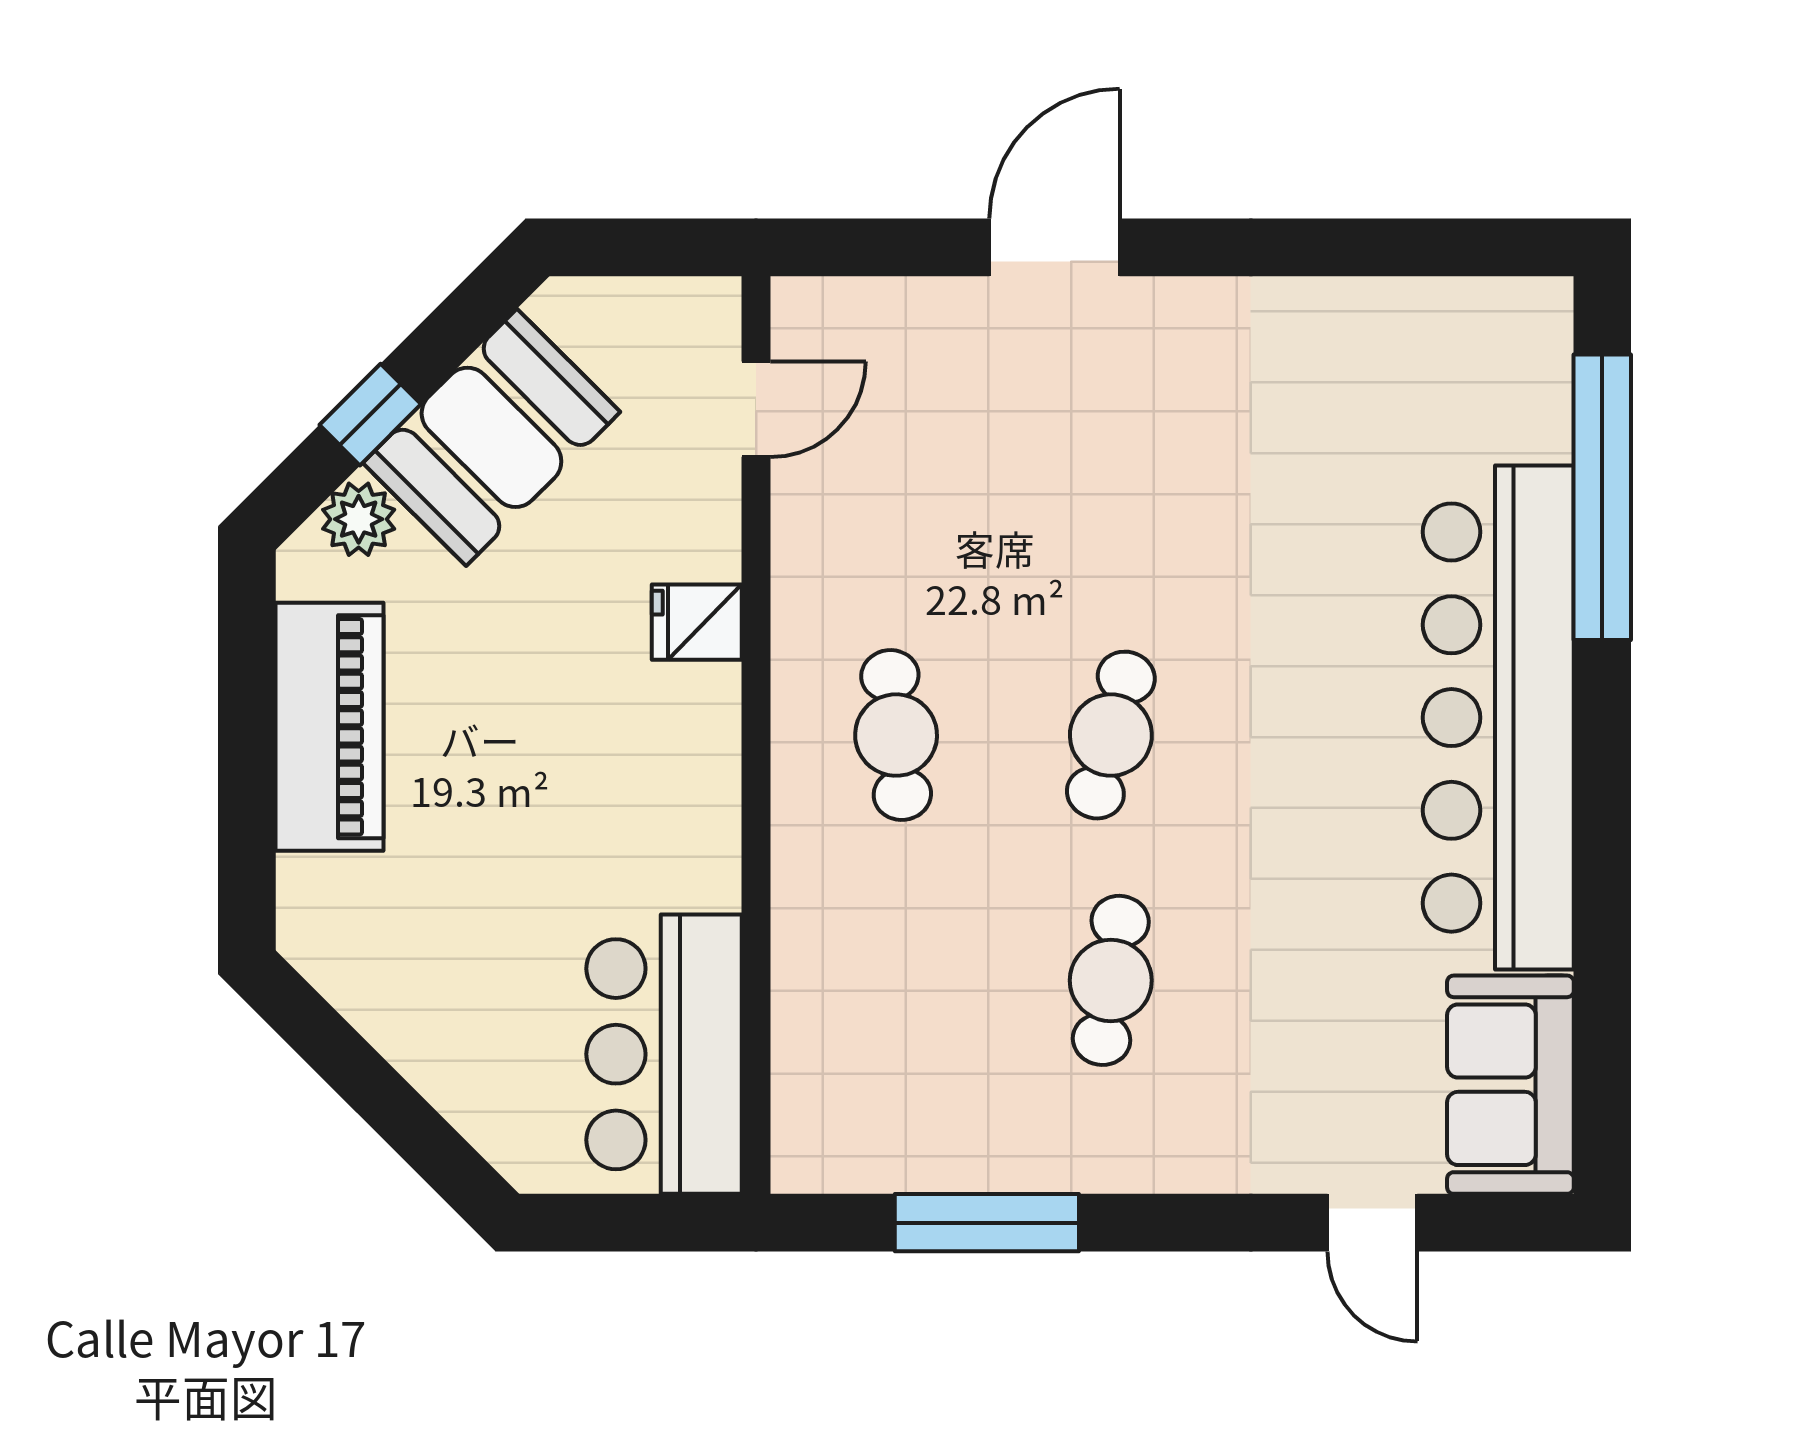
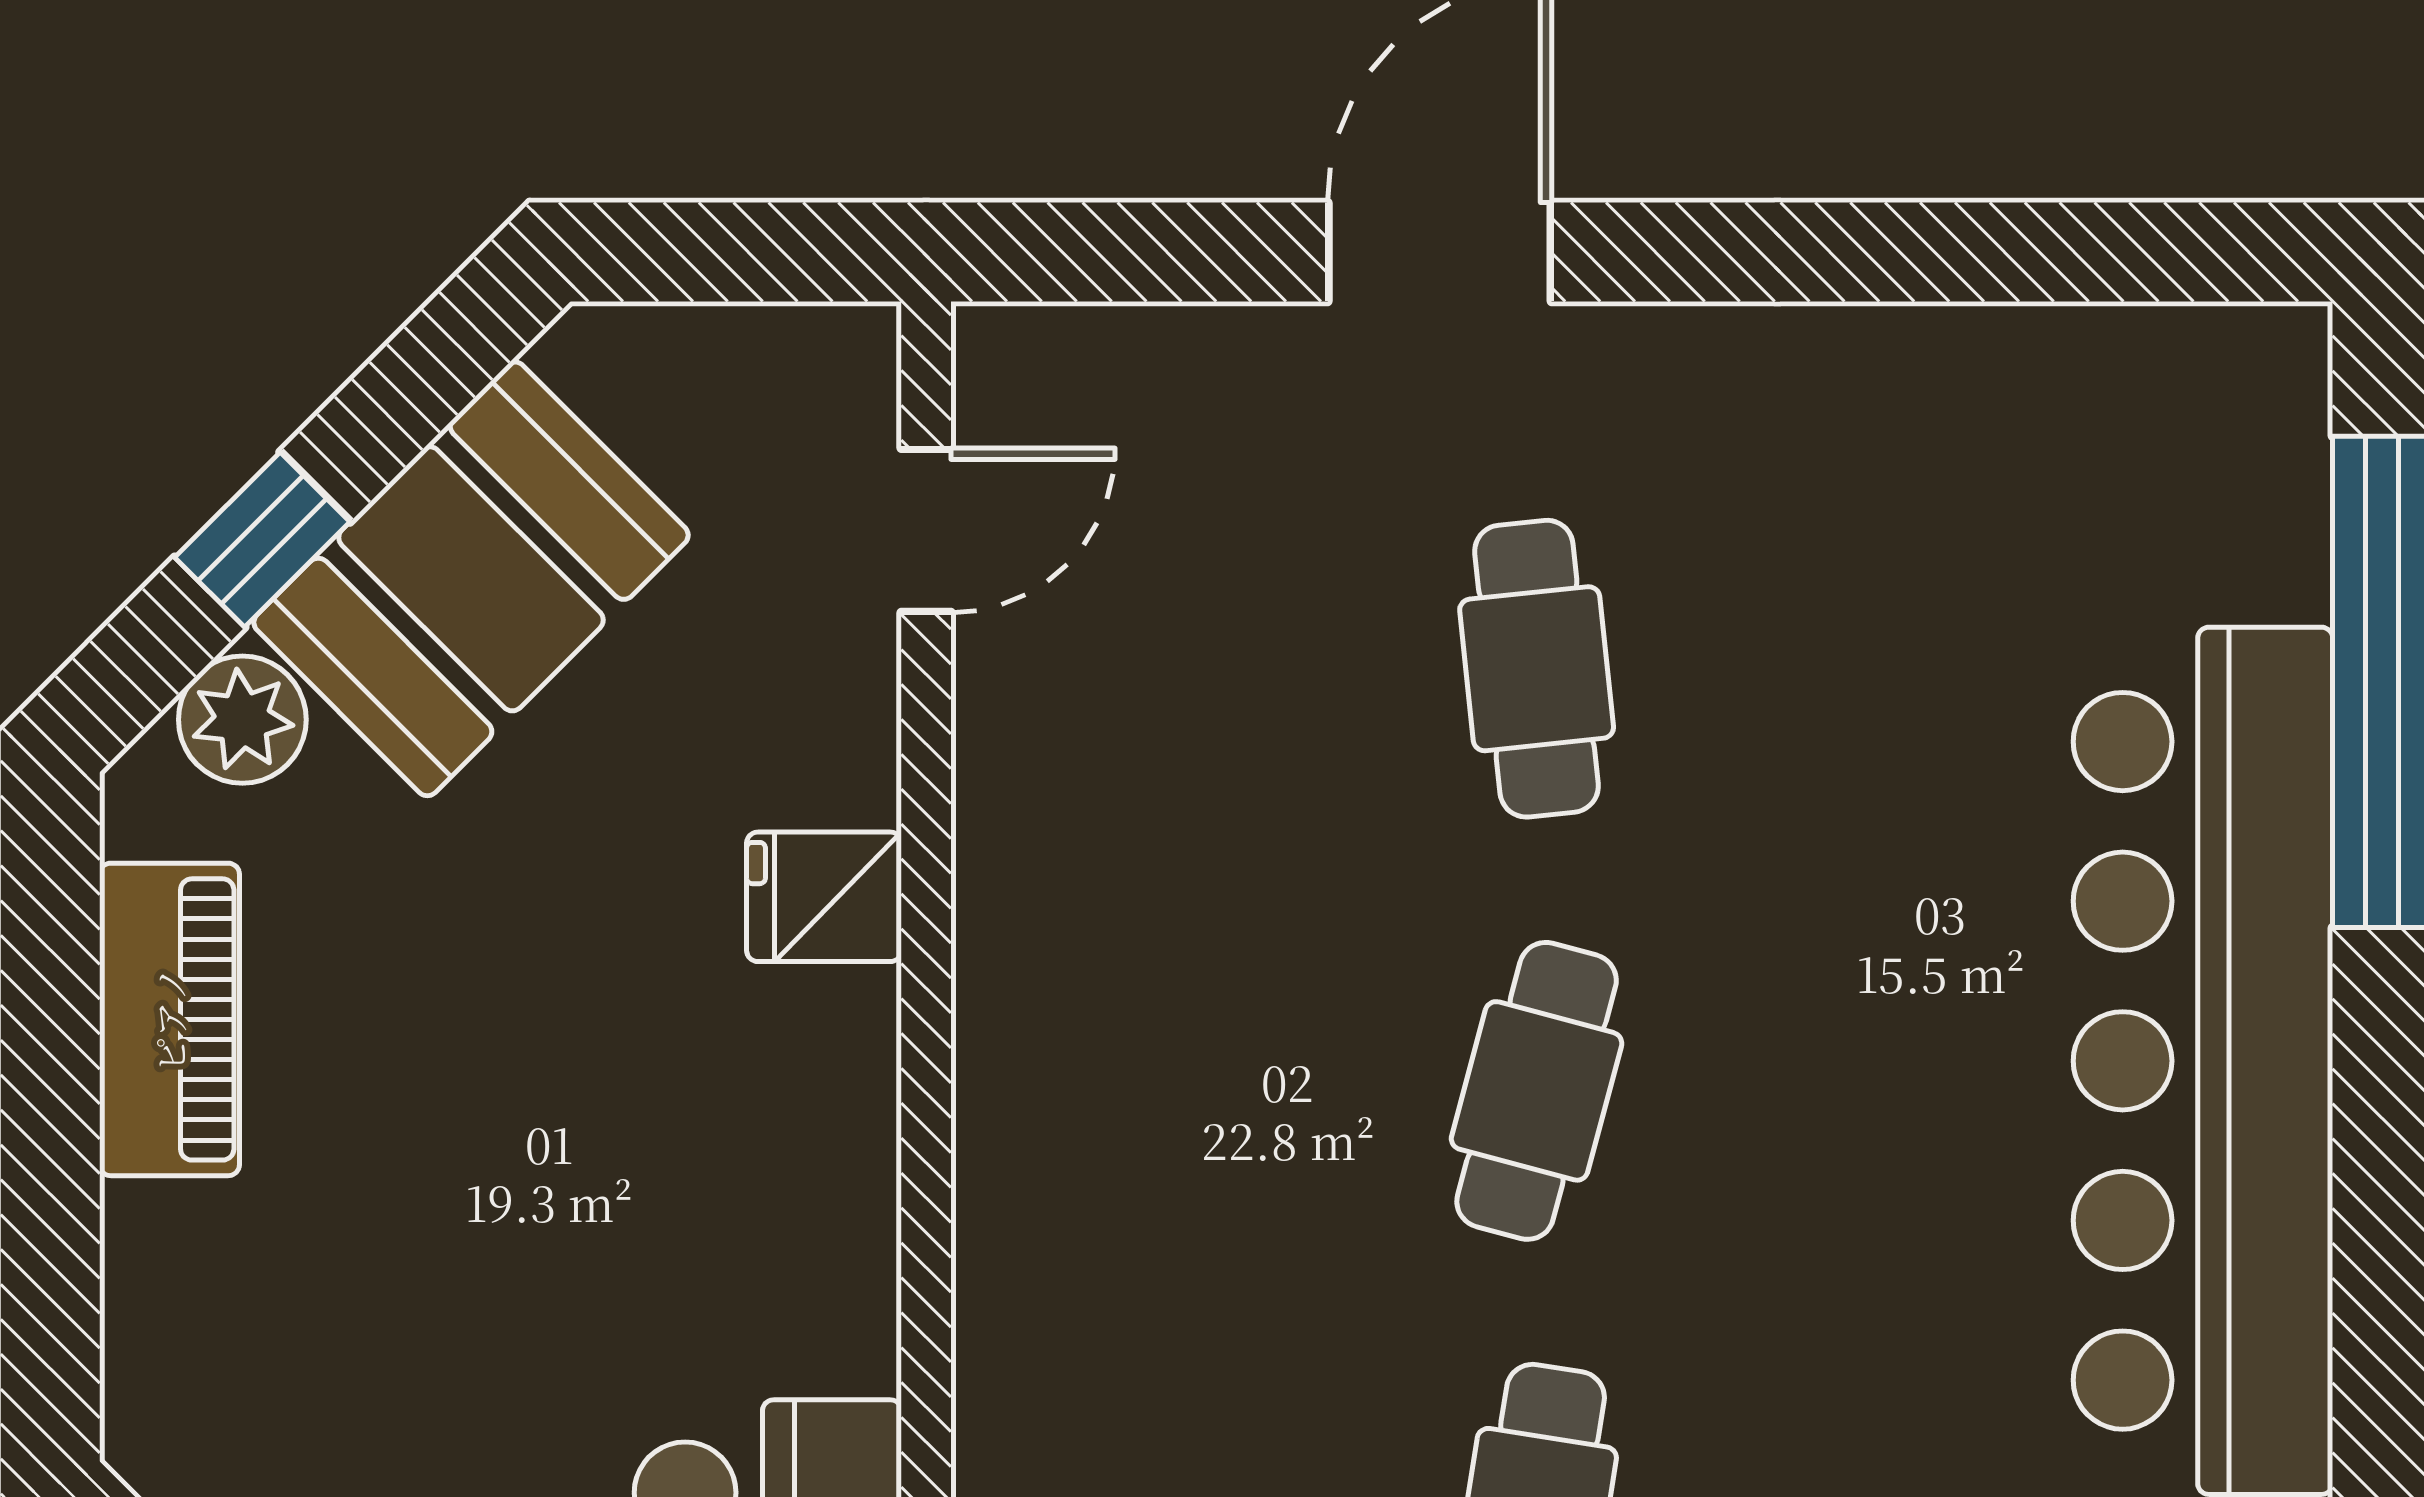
piano: (330, 727) -> (169, 1019), width x0.73, depth x0.75
cafe table: (896, 735) -> (1537, 669), moved

